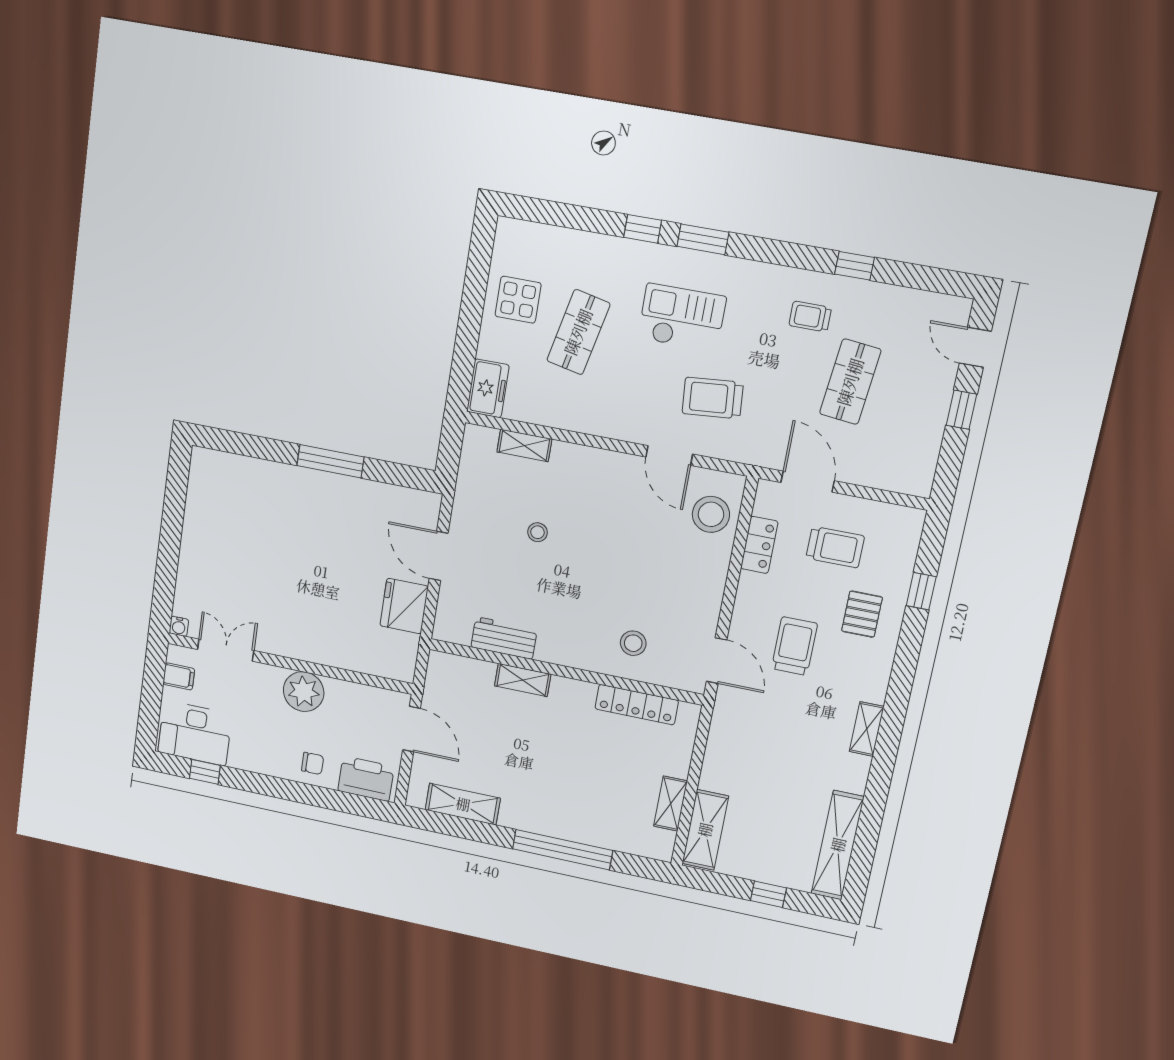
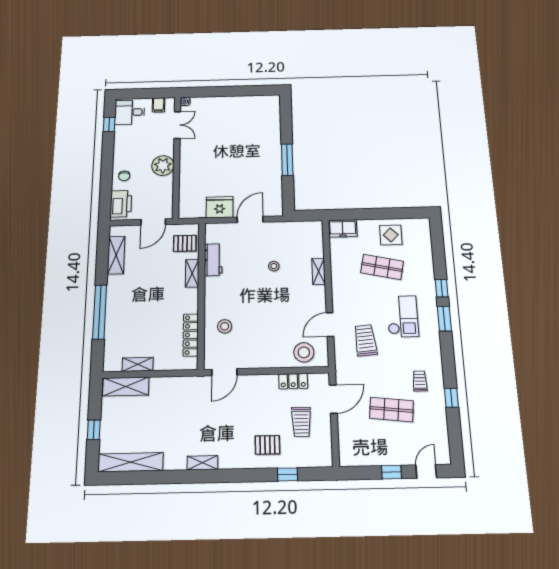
shelving: (524, 445) -> (319, 271), moved
trolley: (794, 646) -> (241, 412), removed
pallet: (463, 682) -> (185, 243), added
desk: (195, 733) -> (130, 112), width x0.73

